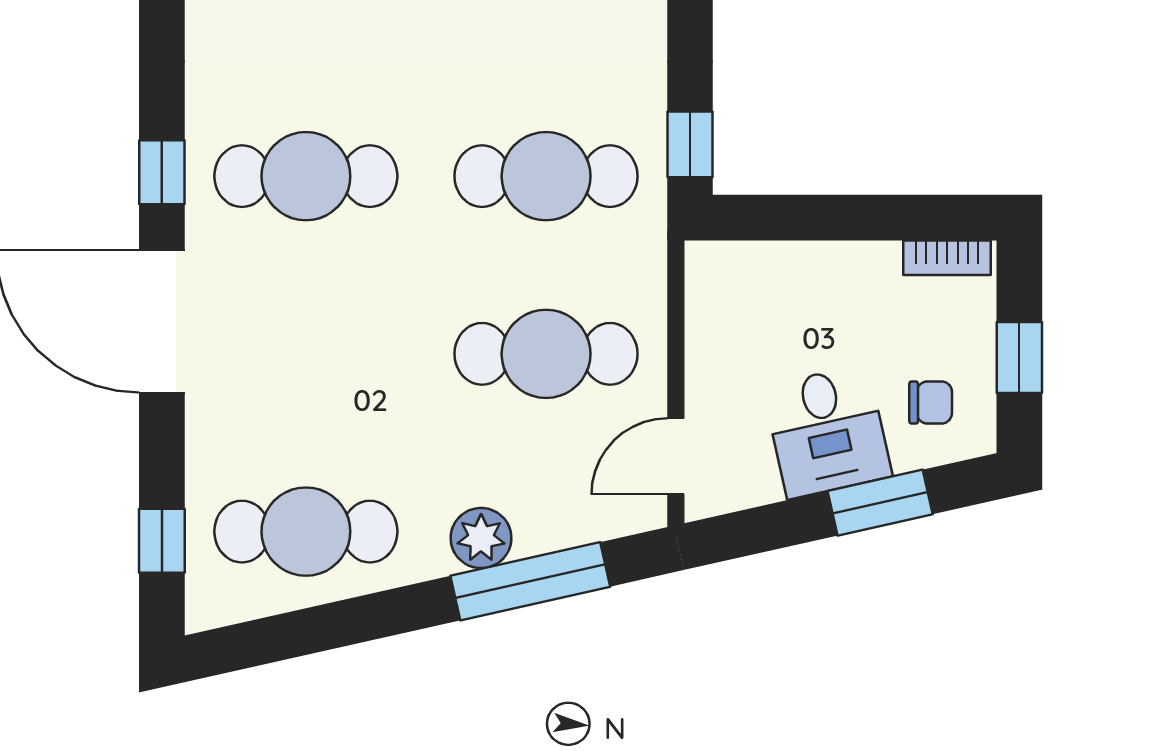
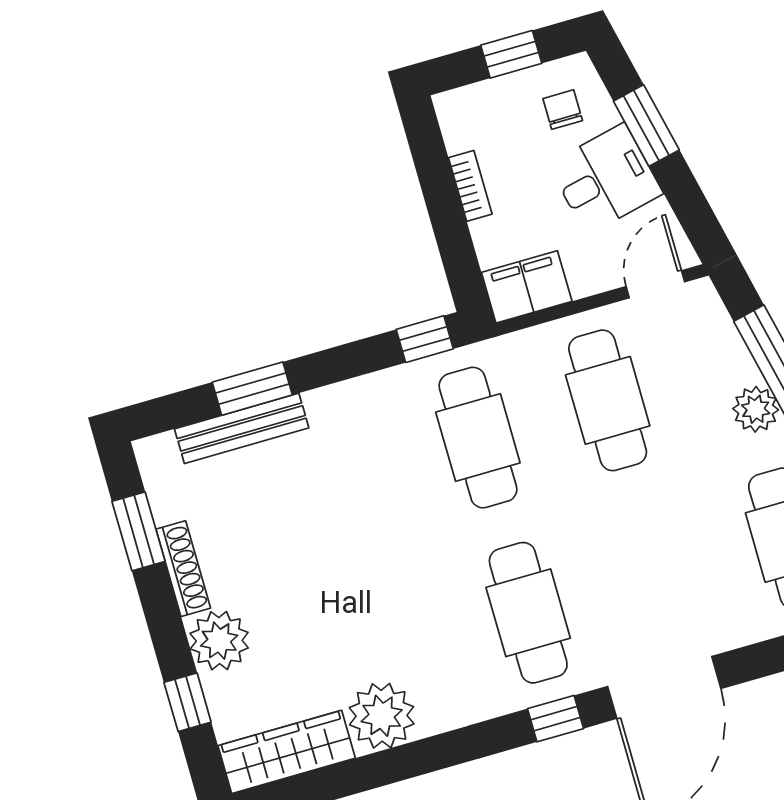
bookcase: (947, 258) -> (470, 186), moved
filing cabinet: (719, 292) -> (527, 287), added
door: (676, 456) -> (655, 284), swing flipped

